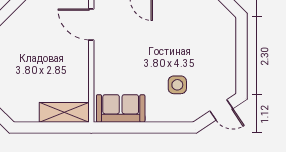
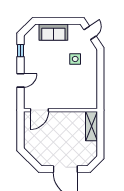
sofa: (121, 108) -> (53, 32), moved, turned -90

